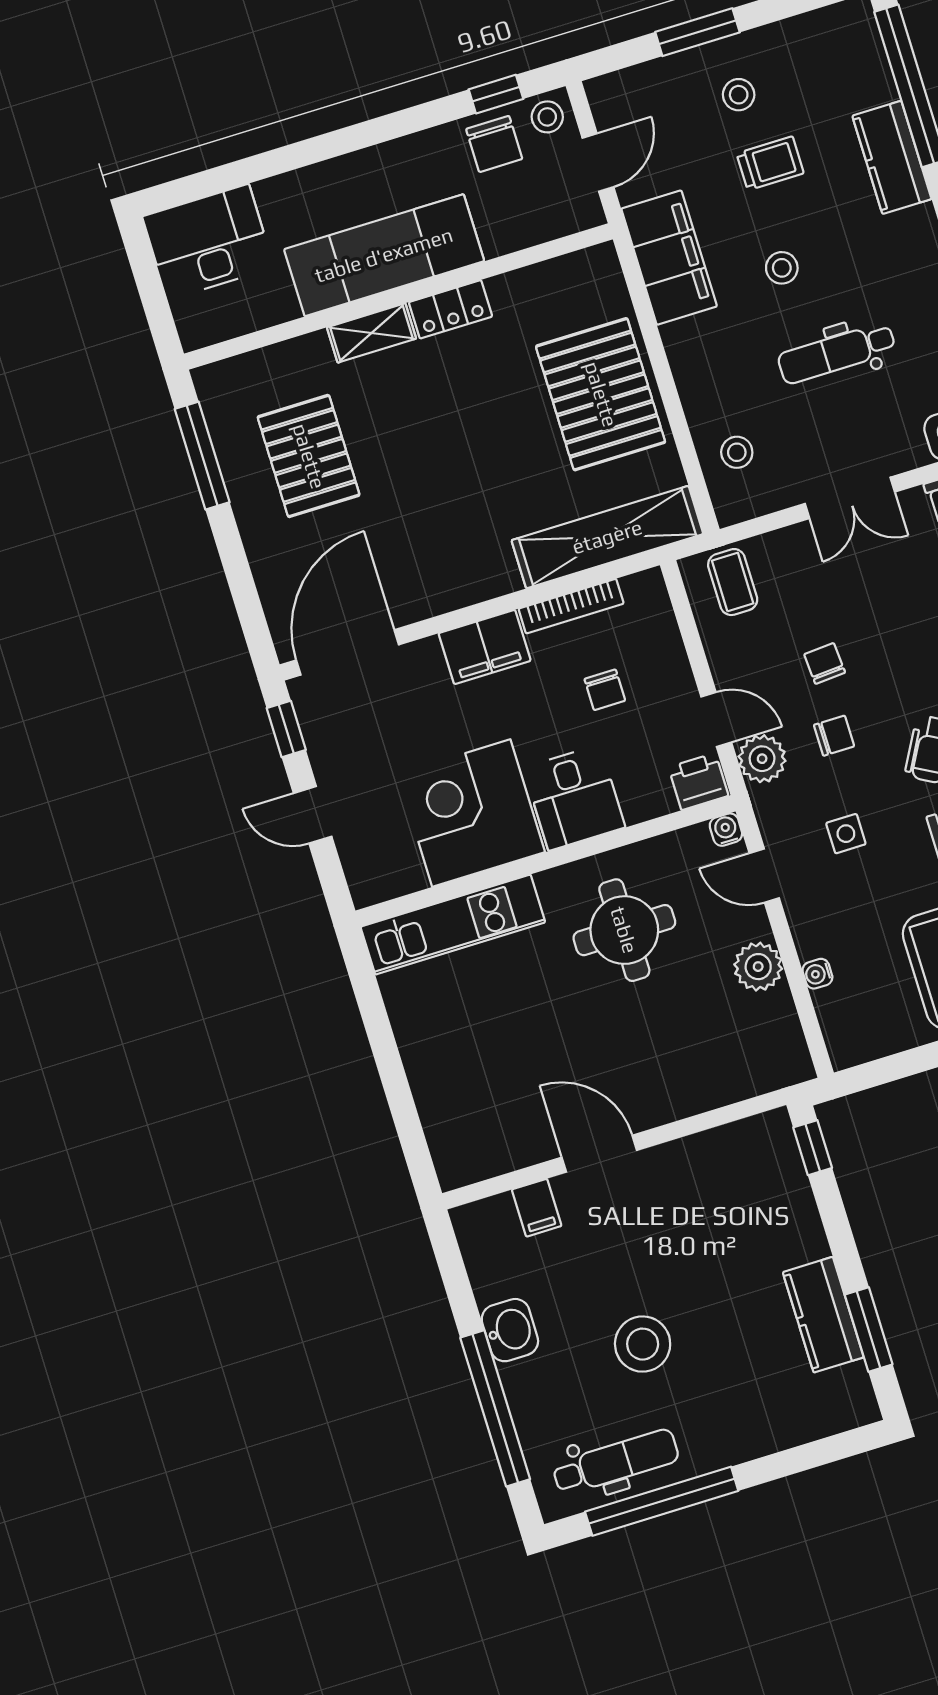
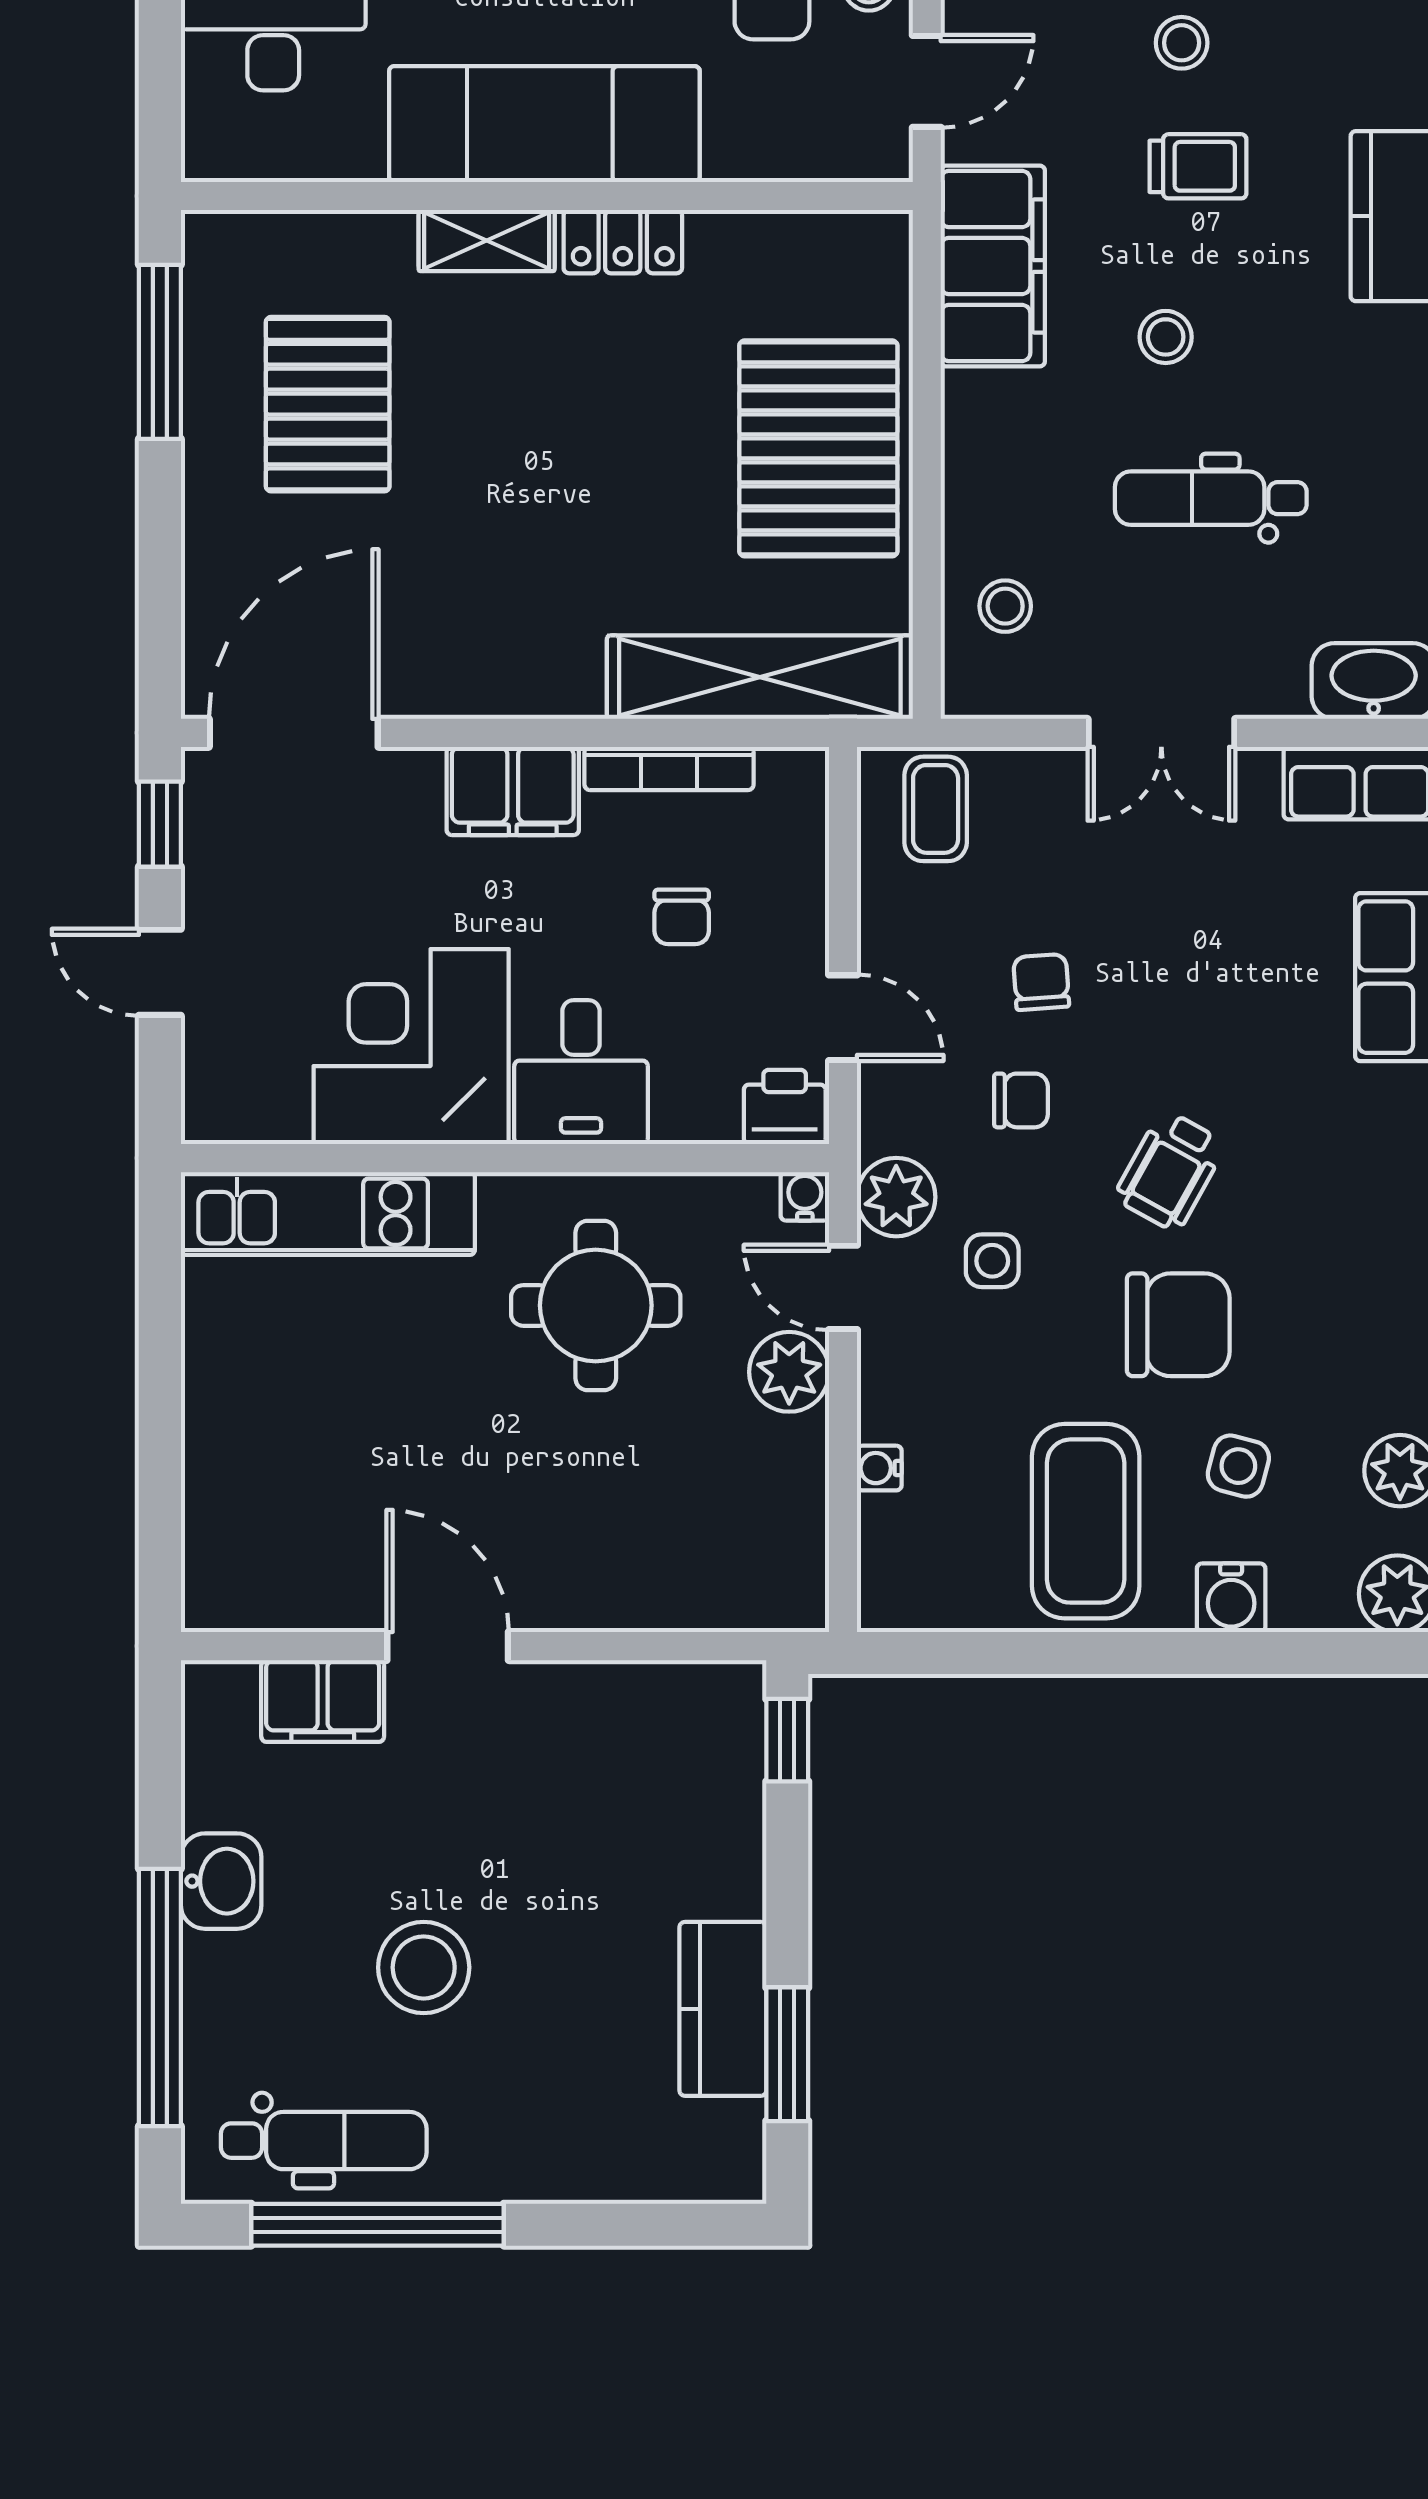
plant: (762, 759) -> (896, 1197), moved
plant: (758, 967) -> (789, 1372), moved
filing cabinet: (537, 1208) -> (323, 1701), width x2.00

